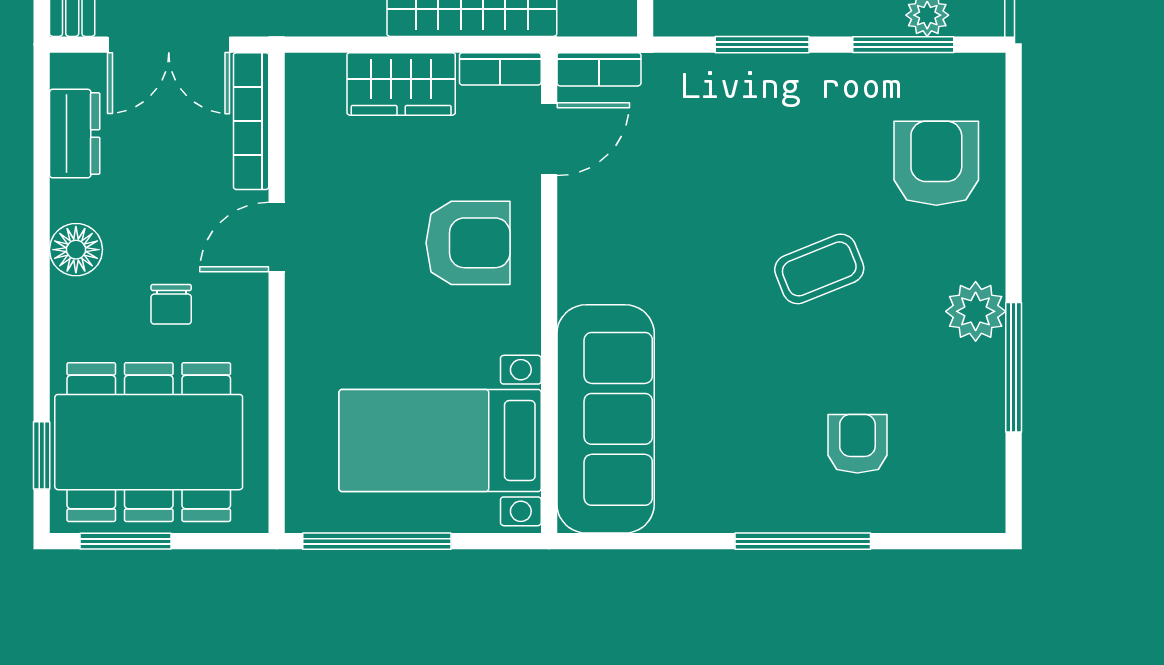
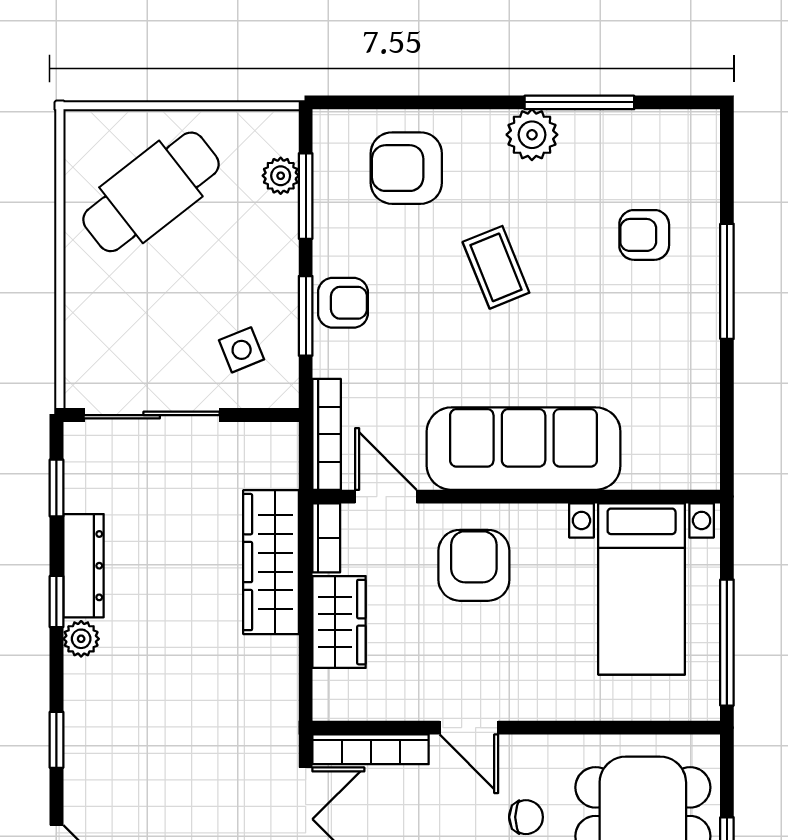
bookcase: (599, 69) -> (327, 434), width x1.56
armchair: (778, 89) -> (343, 303), added
sofa: (606, 419) -> (524, 449), moved

